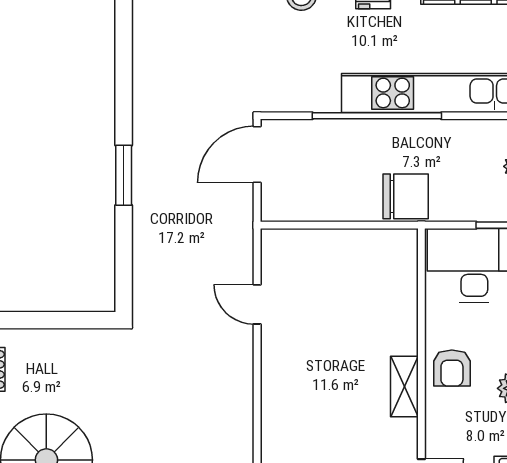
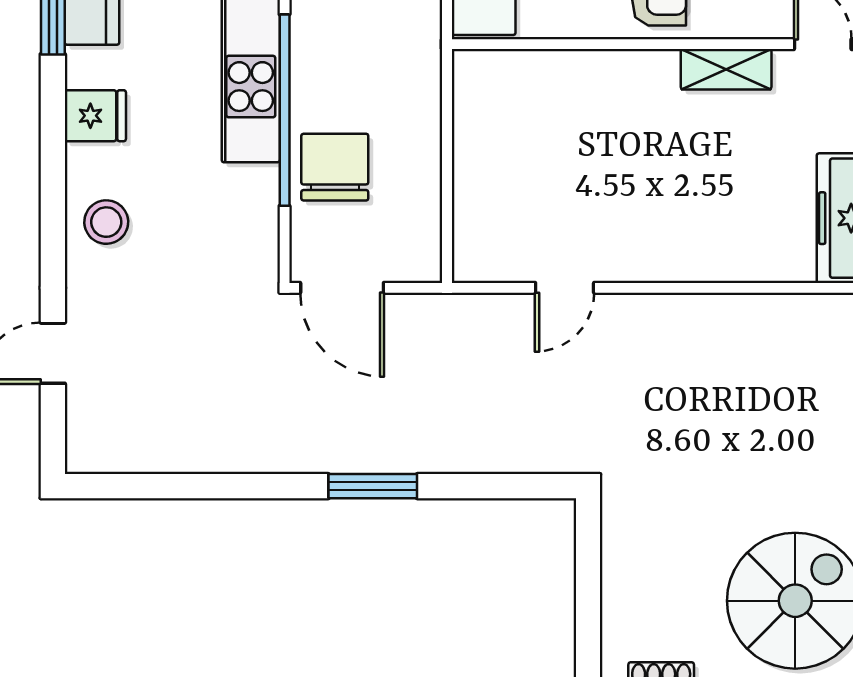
chair: (406, 196) -> (335, 167), moved
shelving: (404, 387) -> (726, 69), moved

